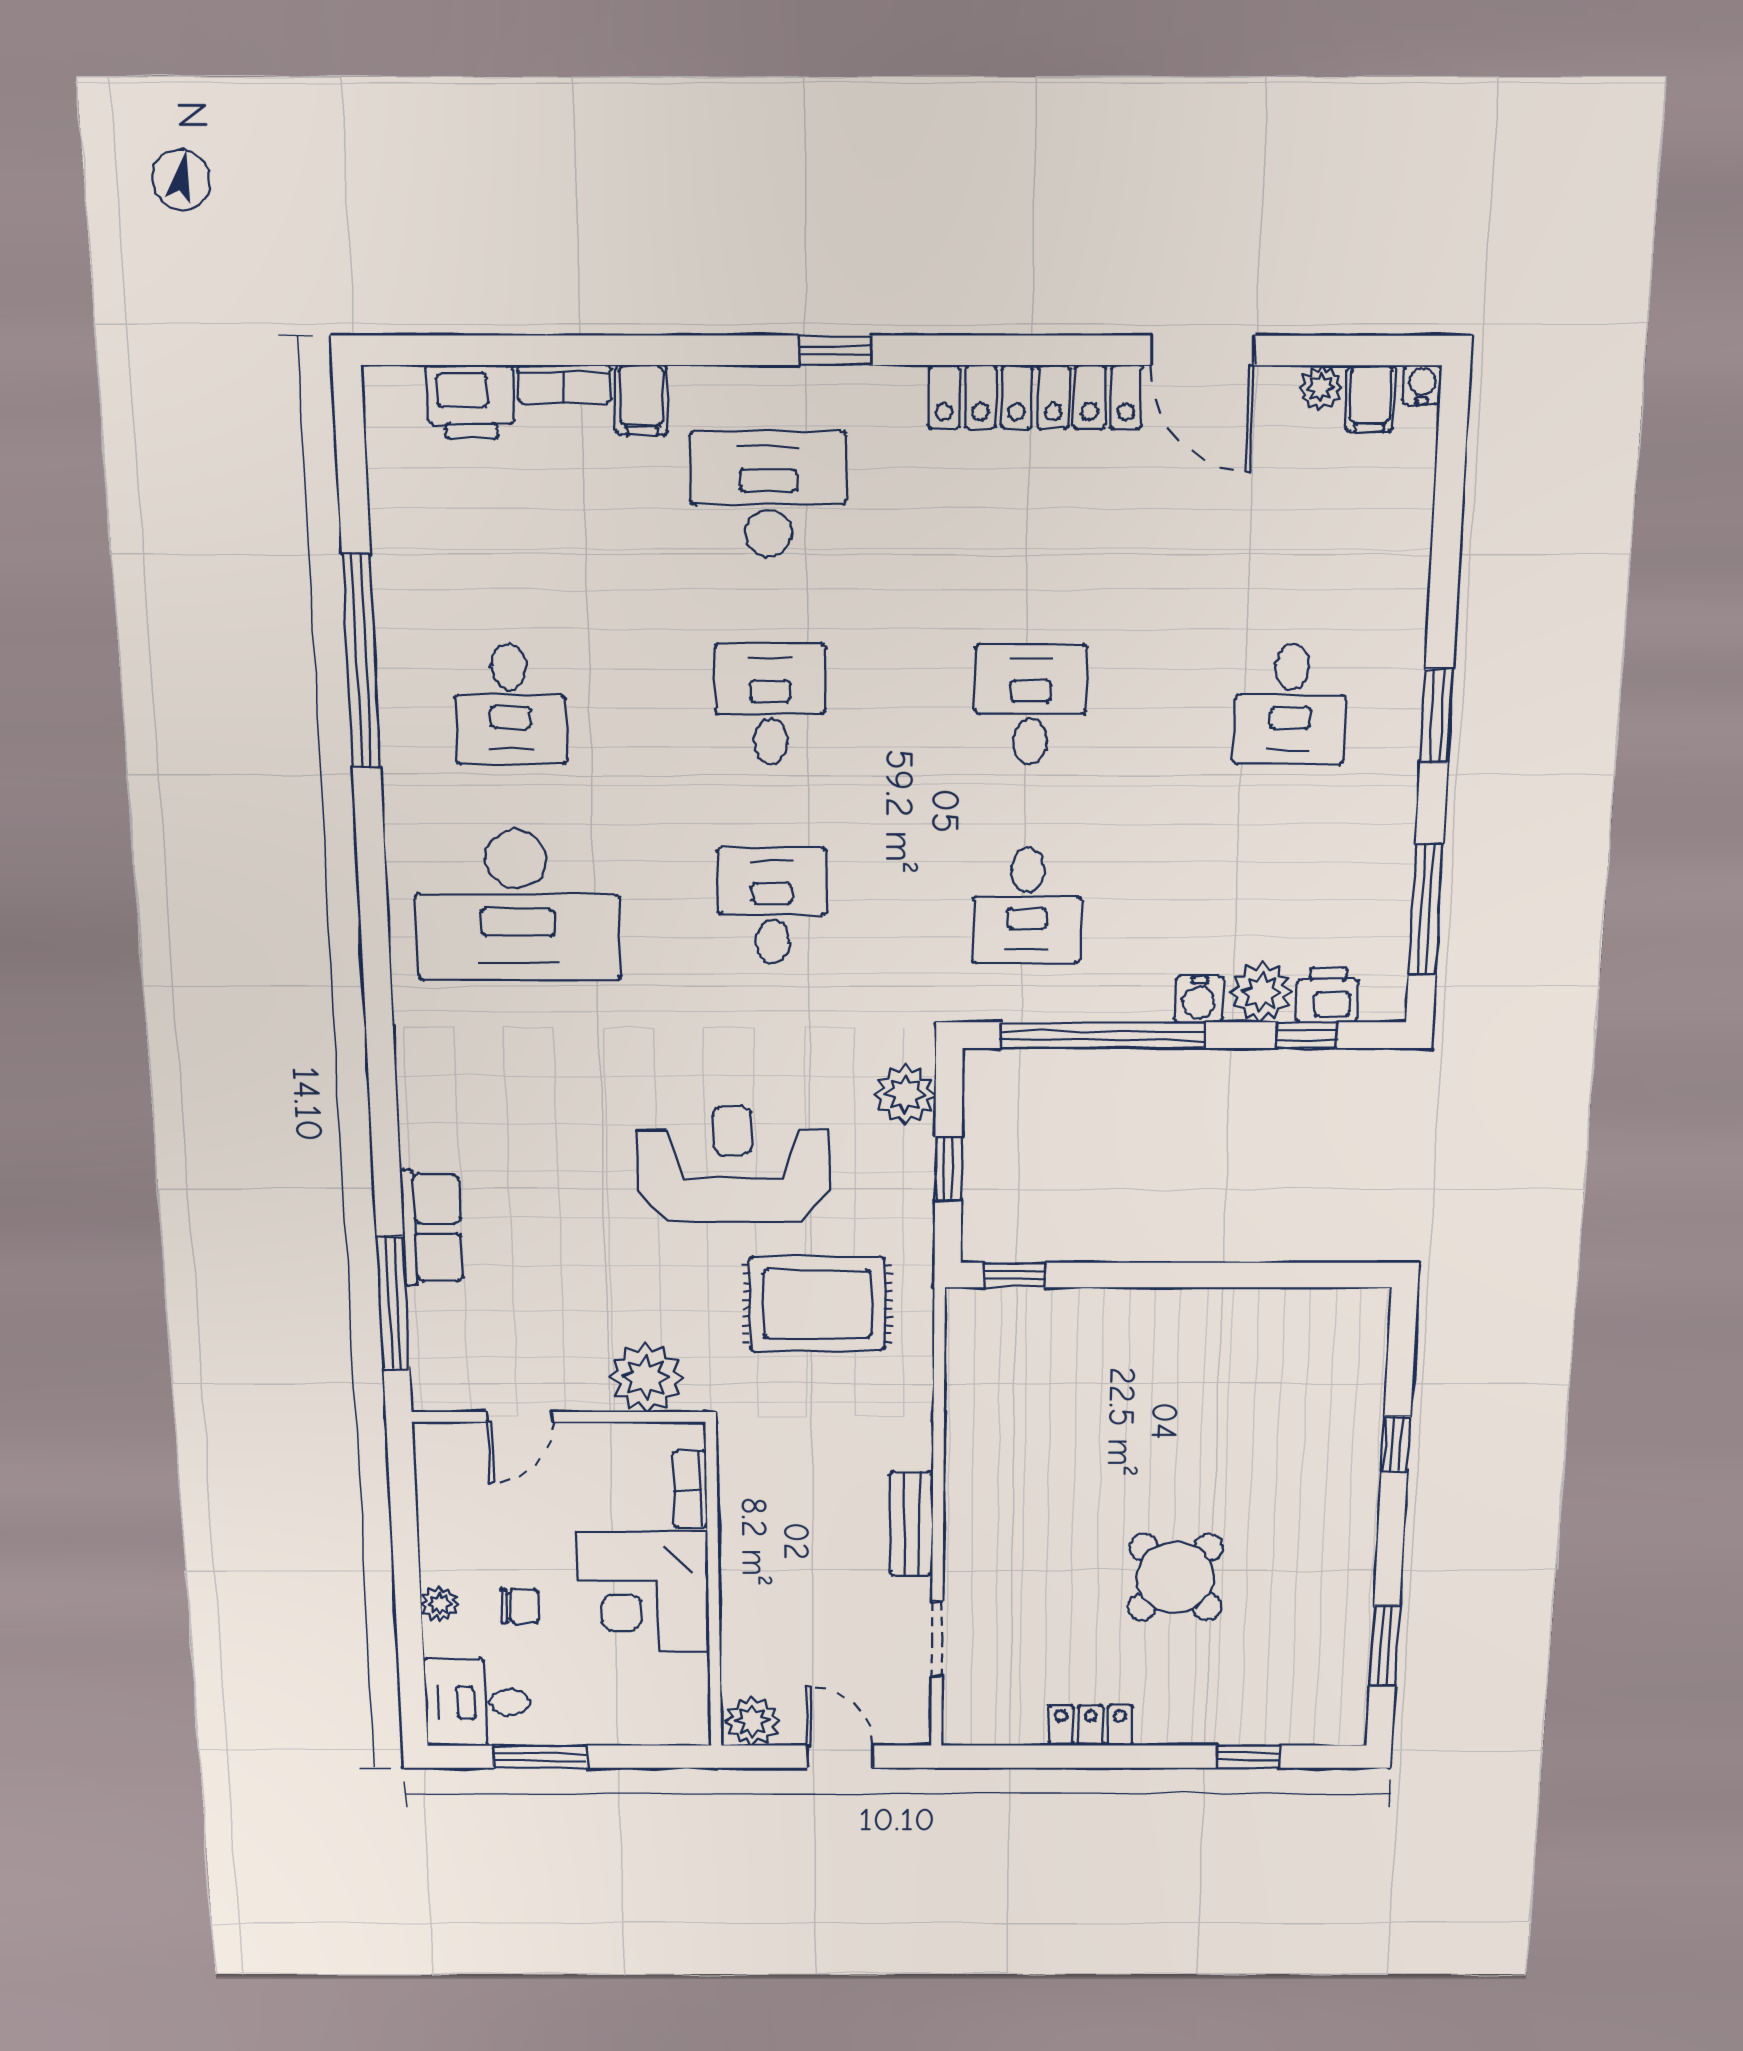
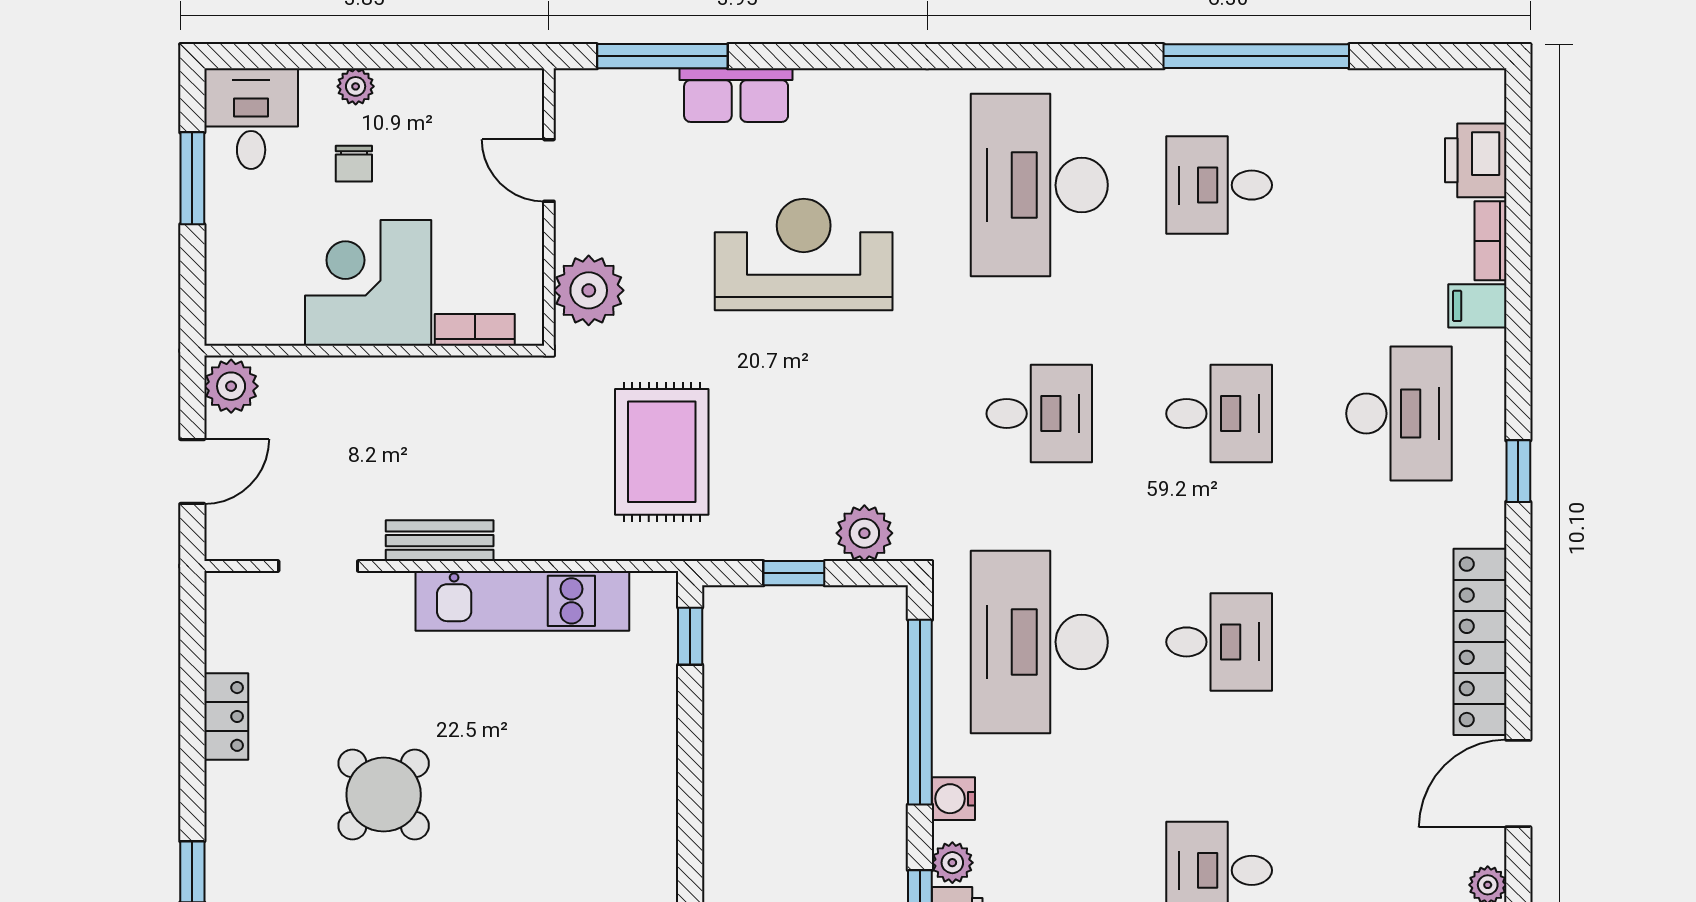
desk: (1027, 906) -> (1039, 642), width x1.87, depth x1.30
plant: (1261, 992) -> (952, 863), width x0.73, depth x0.73
reception desk: (733, 1165) -> (804, 255), moved, turned -90
kitchen unit: (975, 1443) -> (522, 601), added

